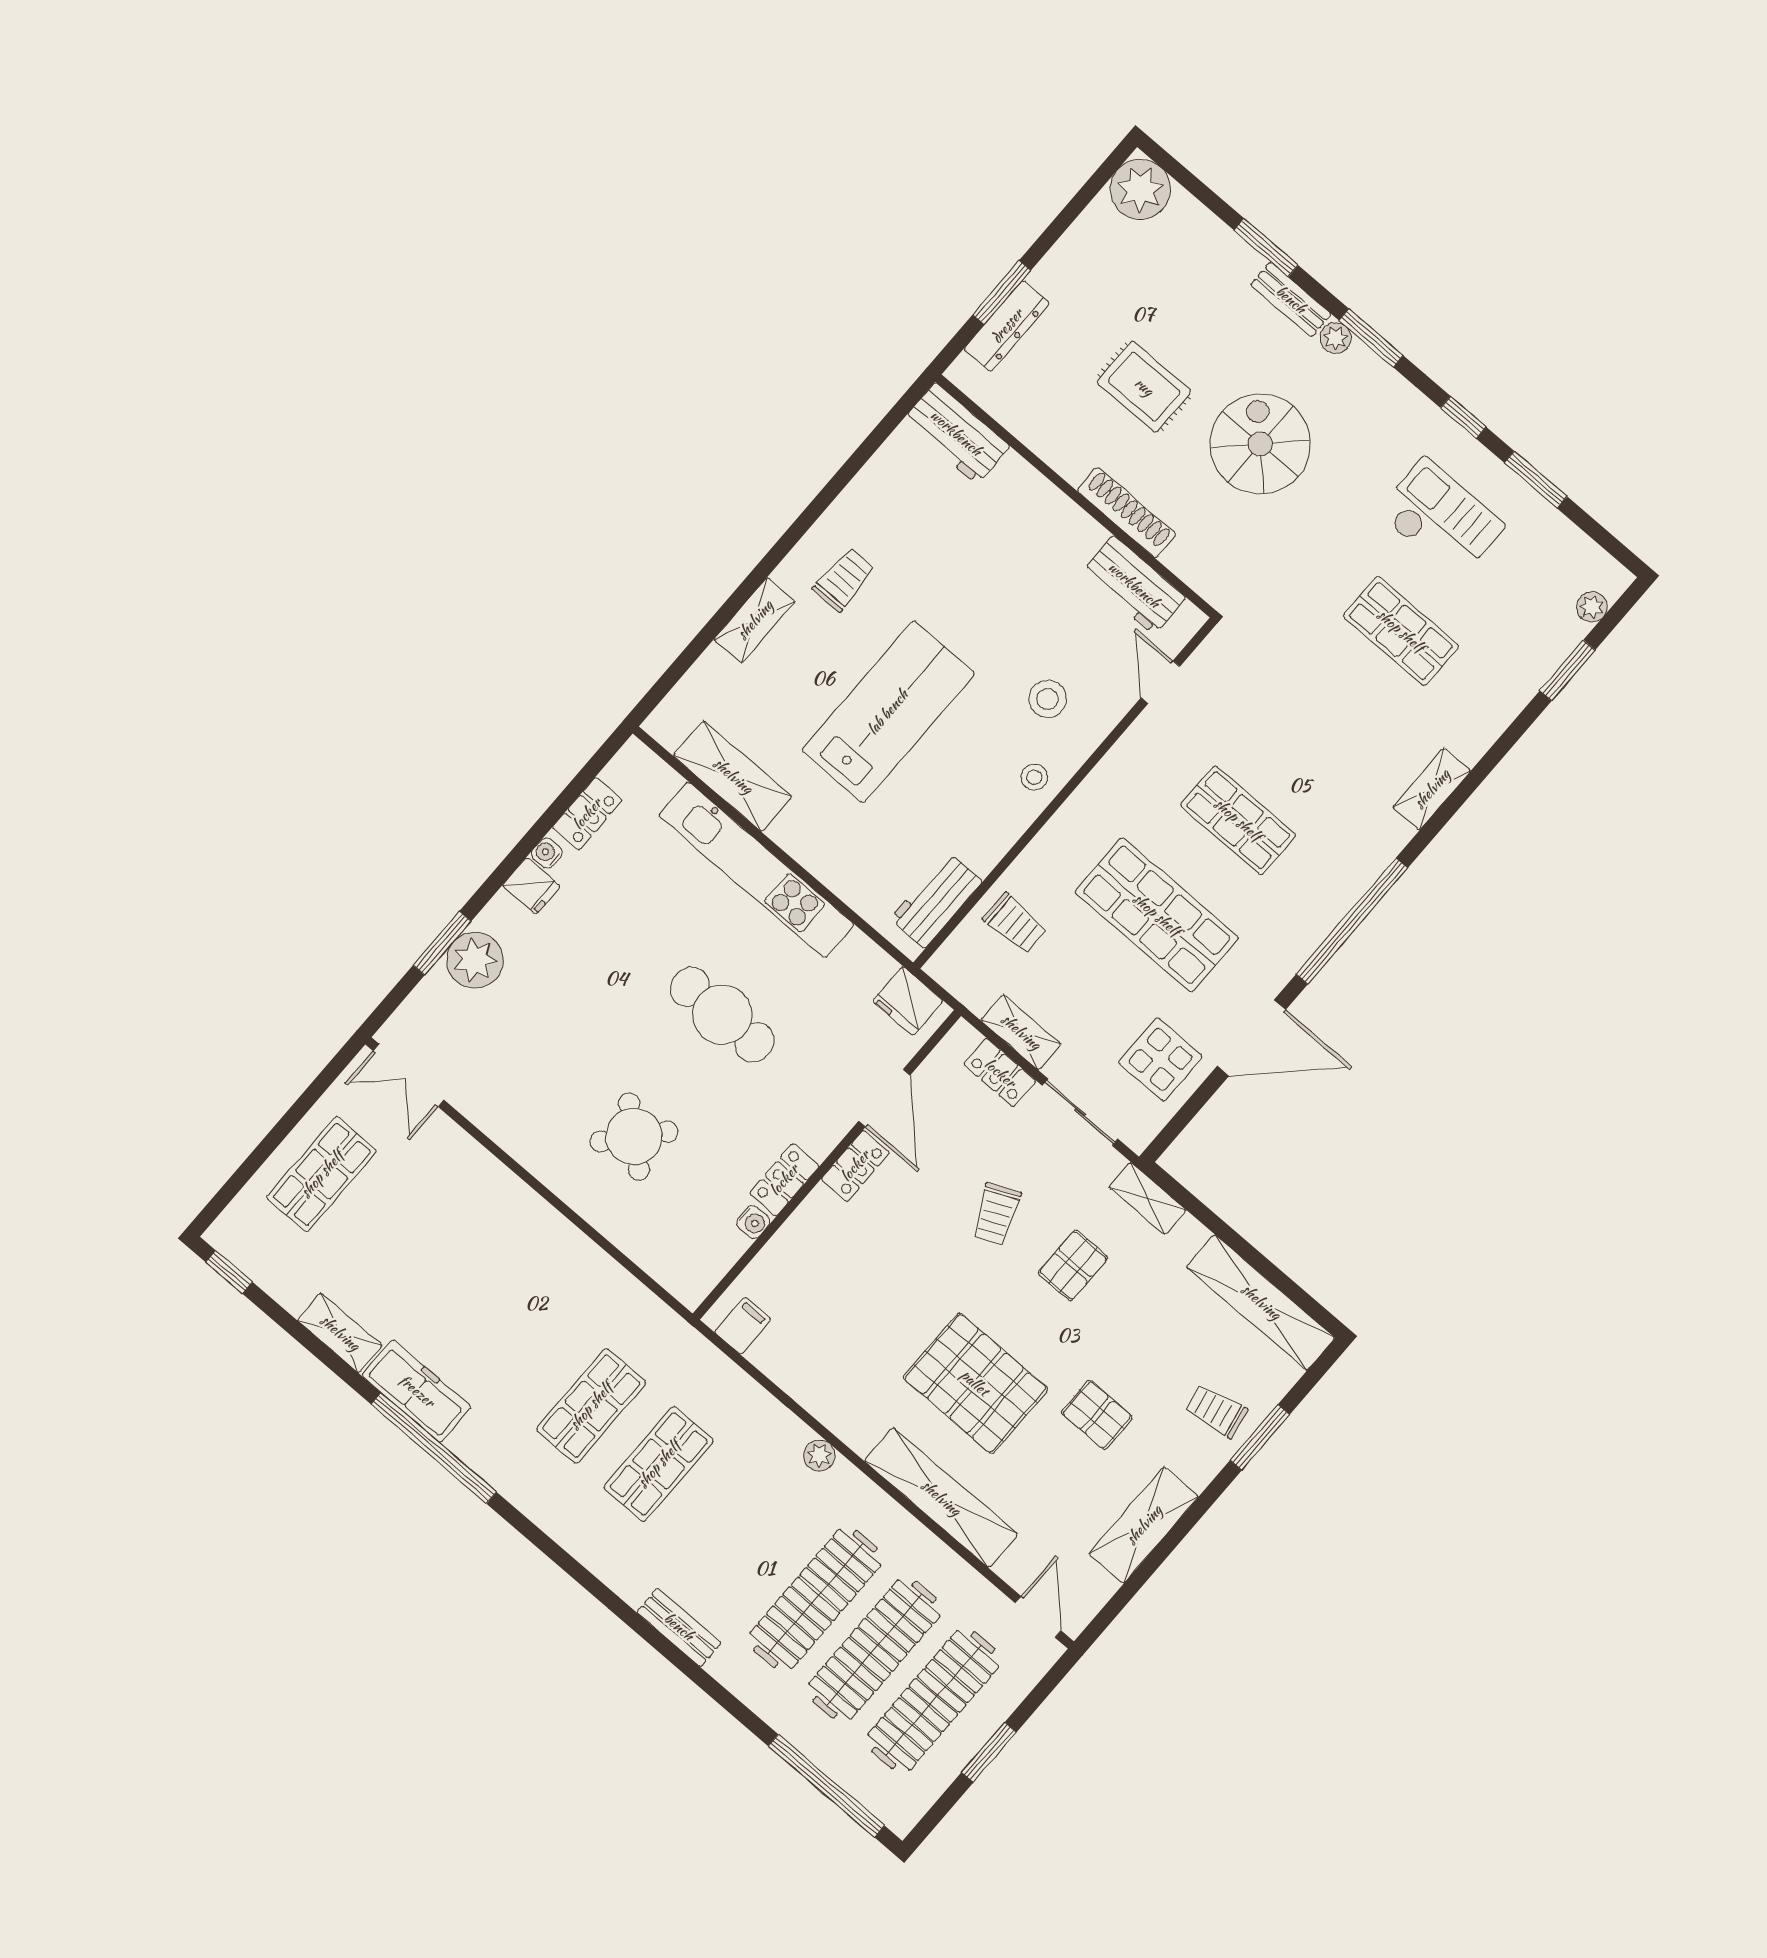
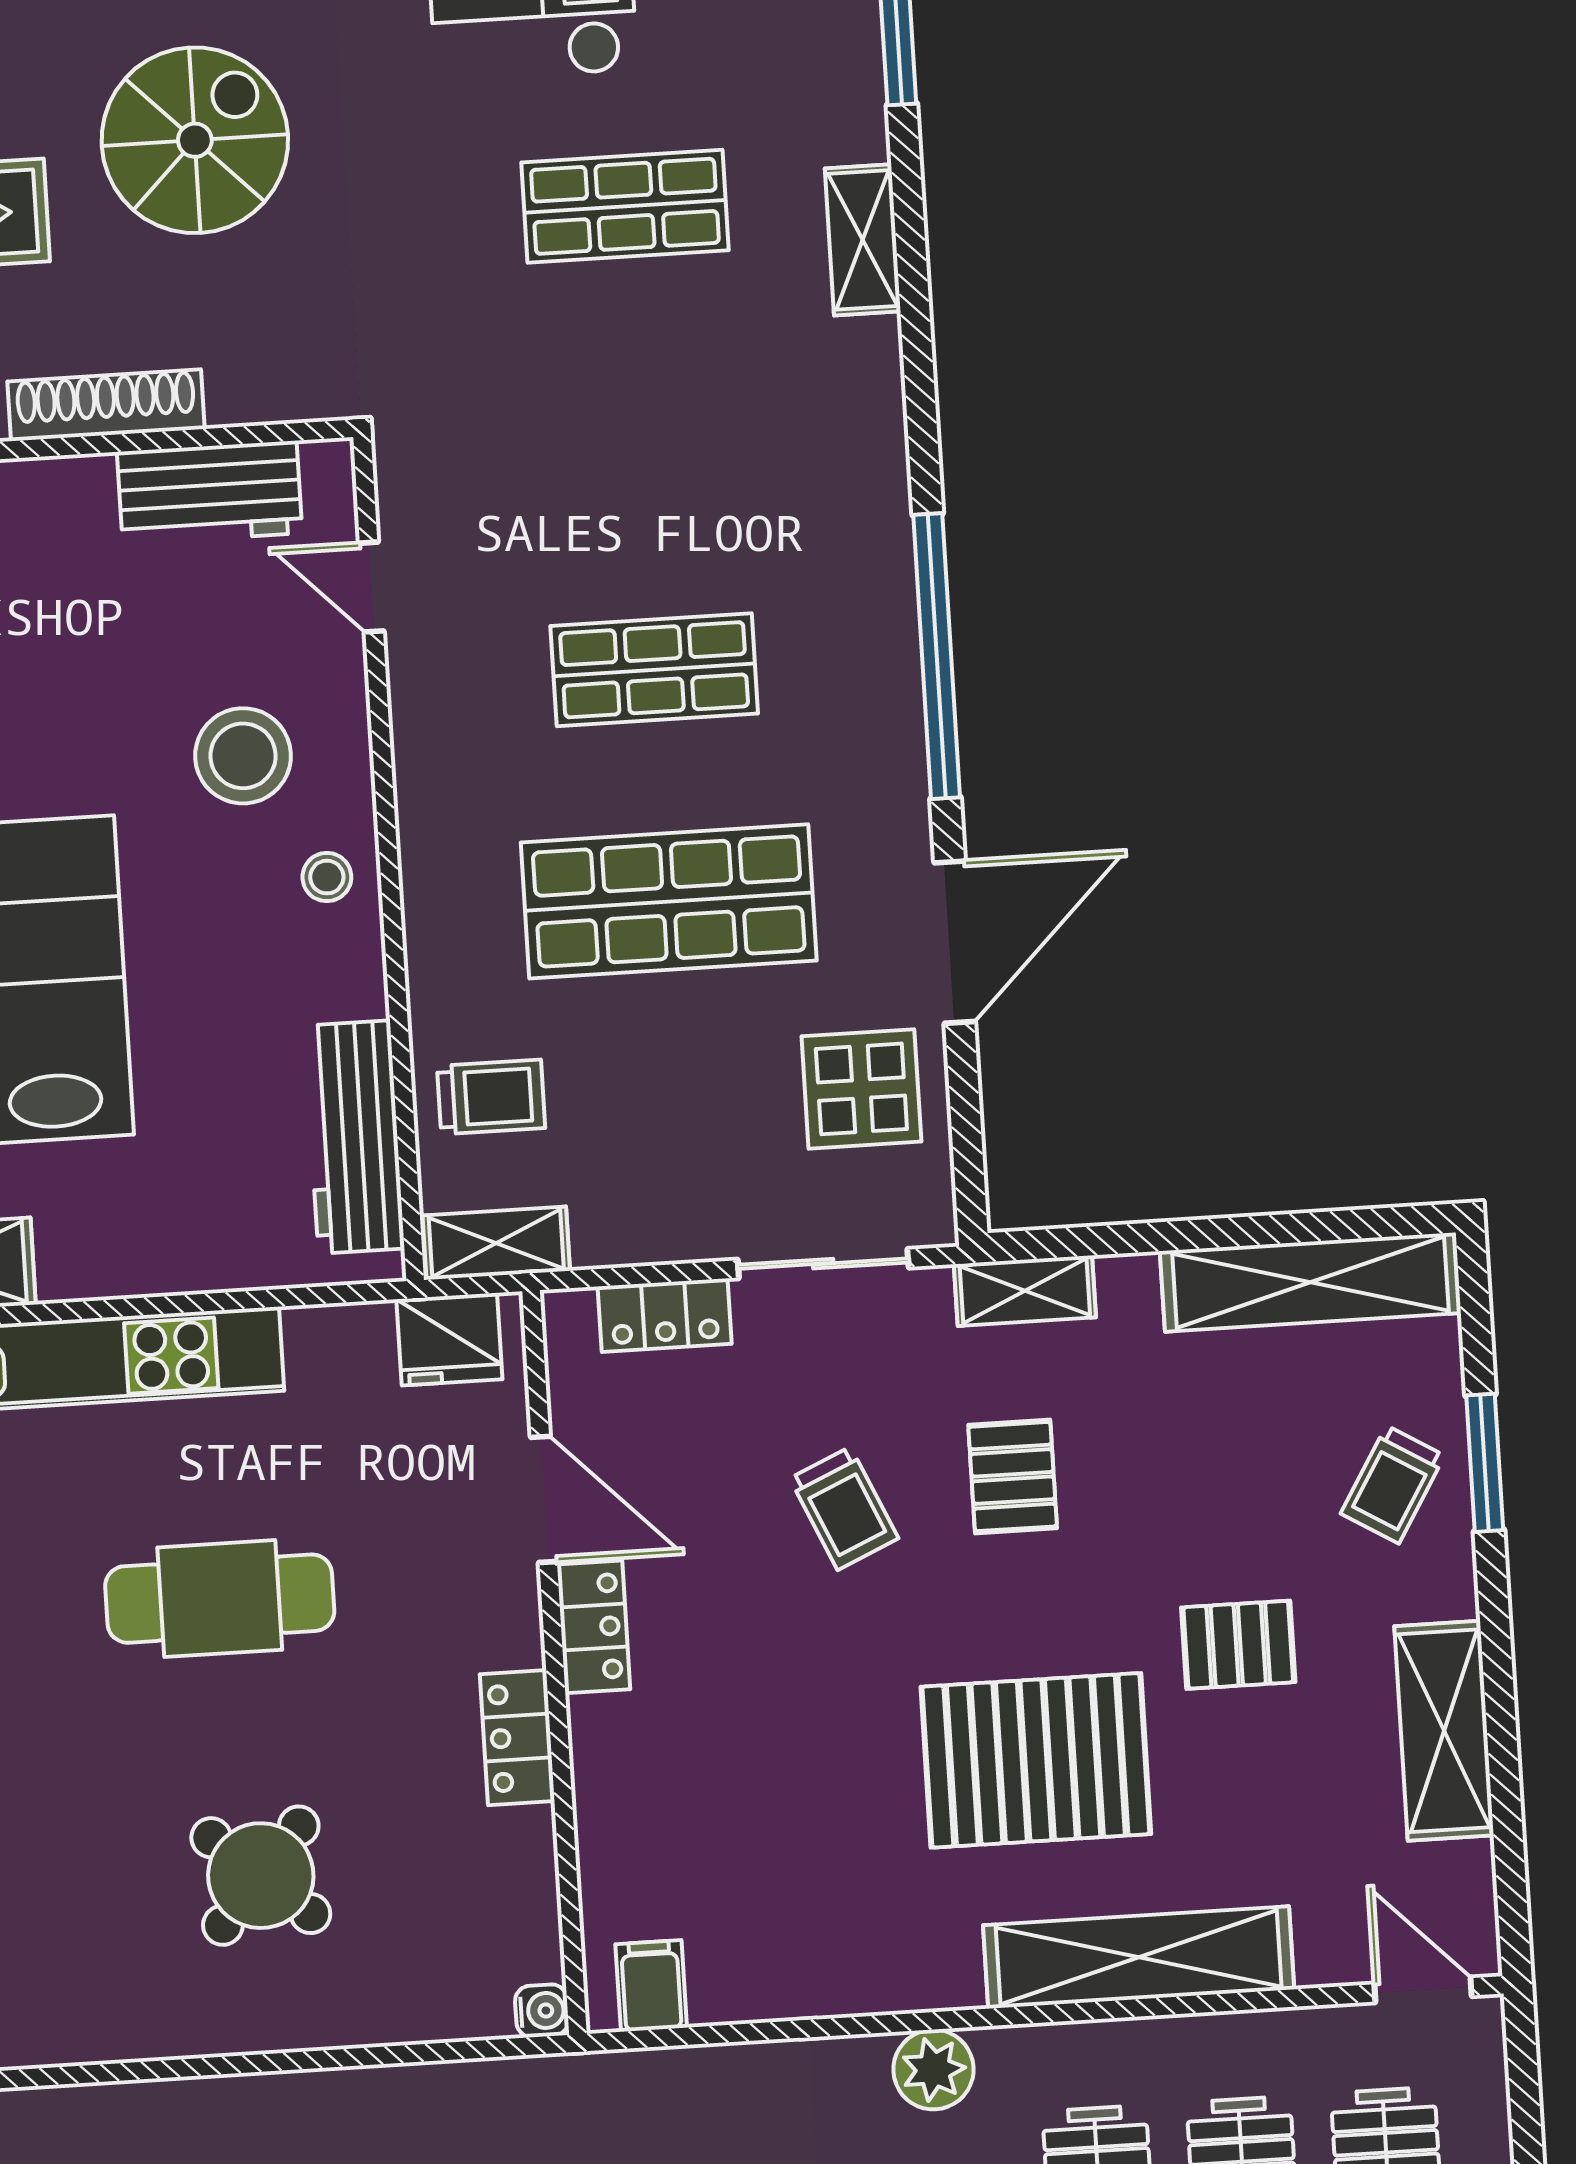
spiral stairs: (1260, 444) -> (195, 140), turned 90
stool: (1048, 699) -> (243, 756), width x1.38, depth x1.38
shelving: (1432, 789) -> (863, 240), moved
workbench: (936, 900) -> (354, 1137), width x1.38
shelving: (1021, 1032) -> (496, 1243), moved
water cooler: (753, 1222) -> (542, 2011), moved
trolley: (1216, 1411) -> (1393, 1485), turned -48
plant: (819, 1455) -> (933, 2070), width x1.38, depth x1.38

